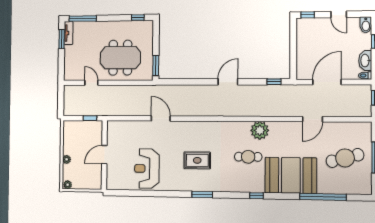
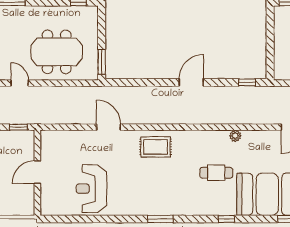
plant: (260, 130) -> (235, 136), width x0.53, depth x0.53
rug: (197, 160) -> (156, 147), moved

